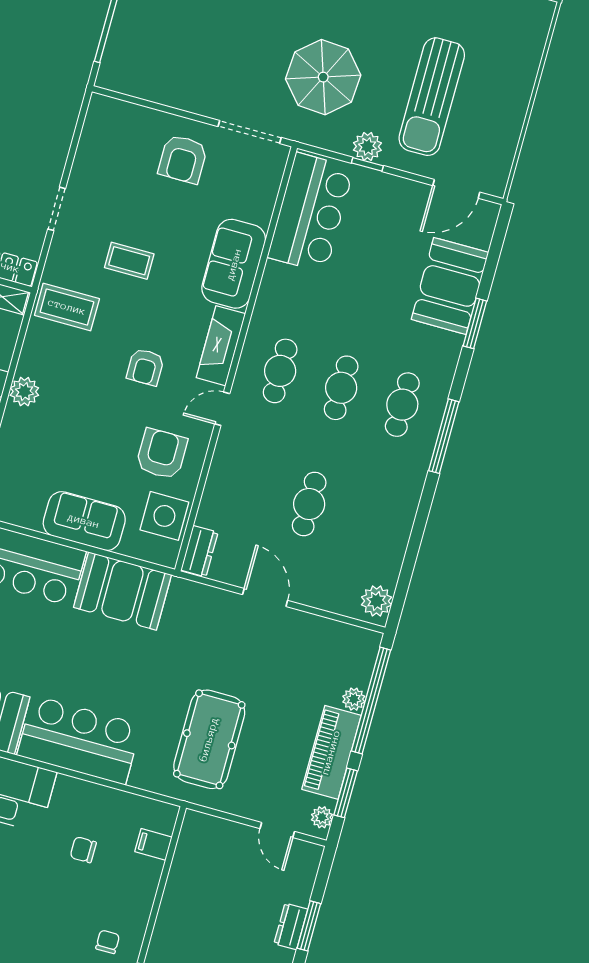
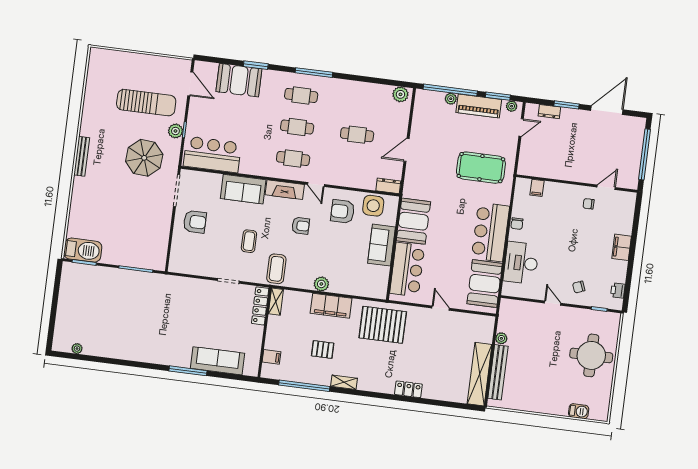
chair: (83, 850) -> (517, 224), moved
dresser: (291, 926) -> (549, 112), moved

